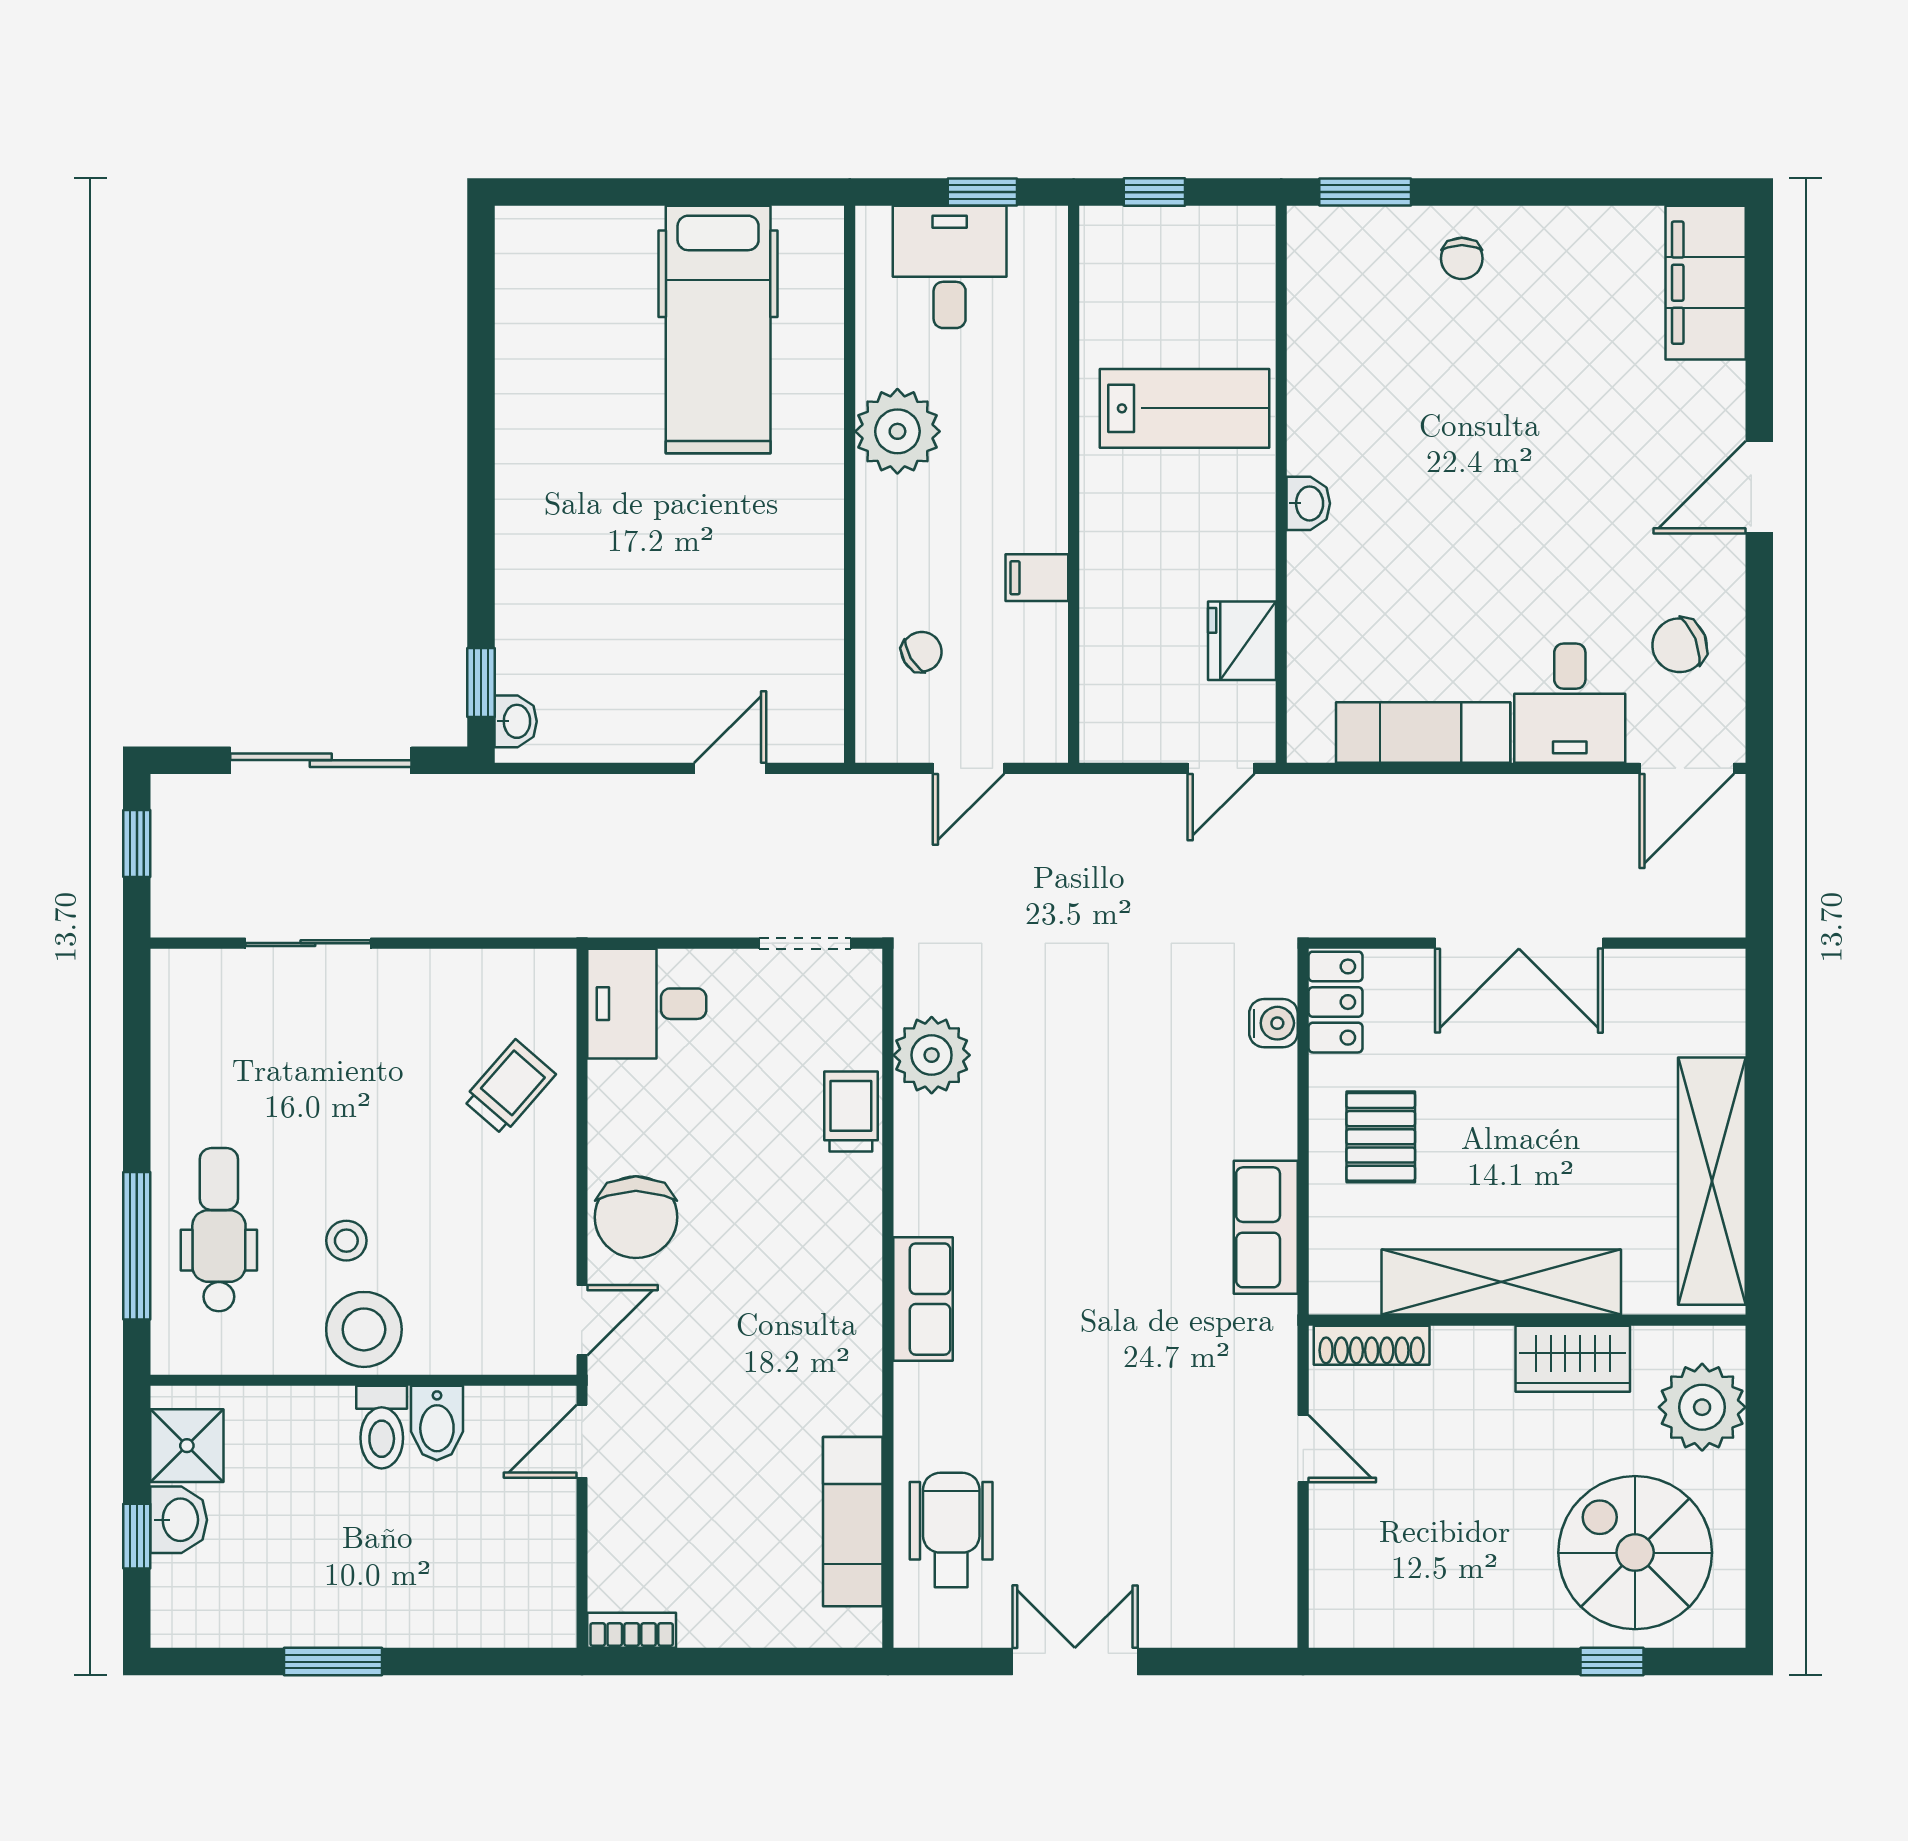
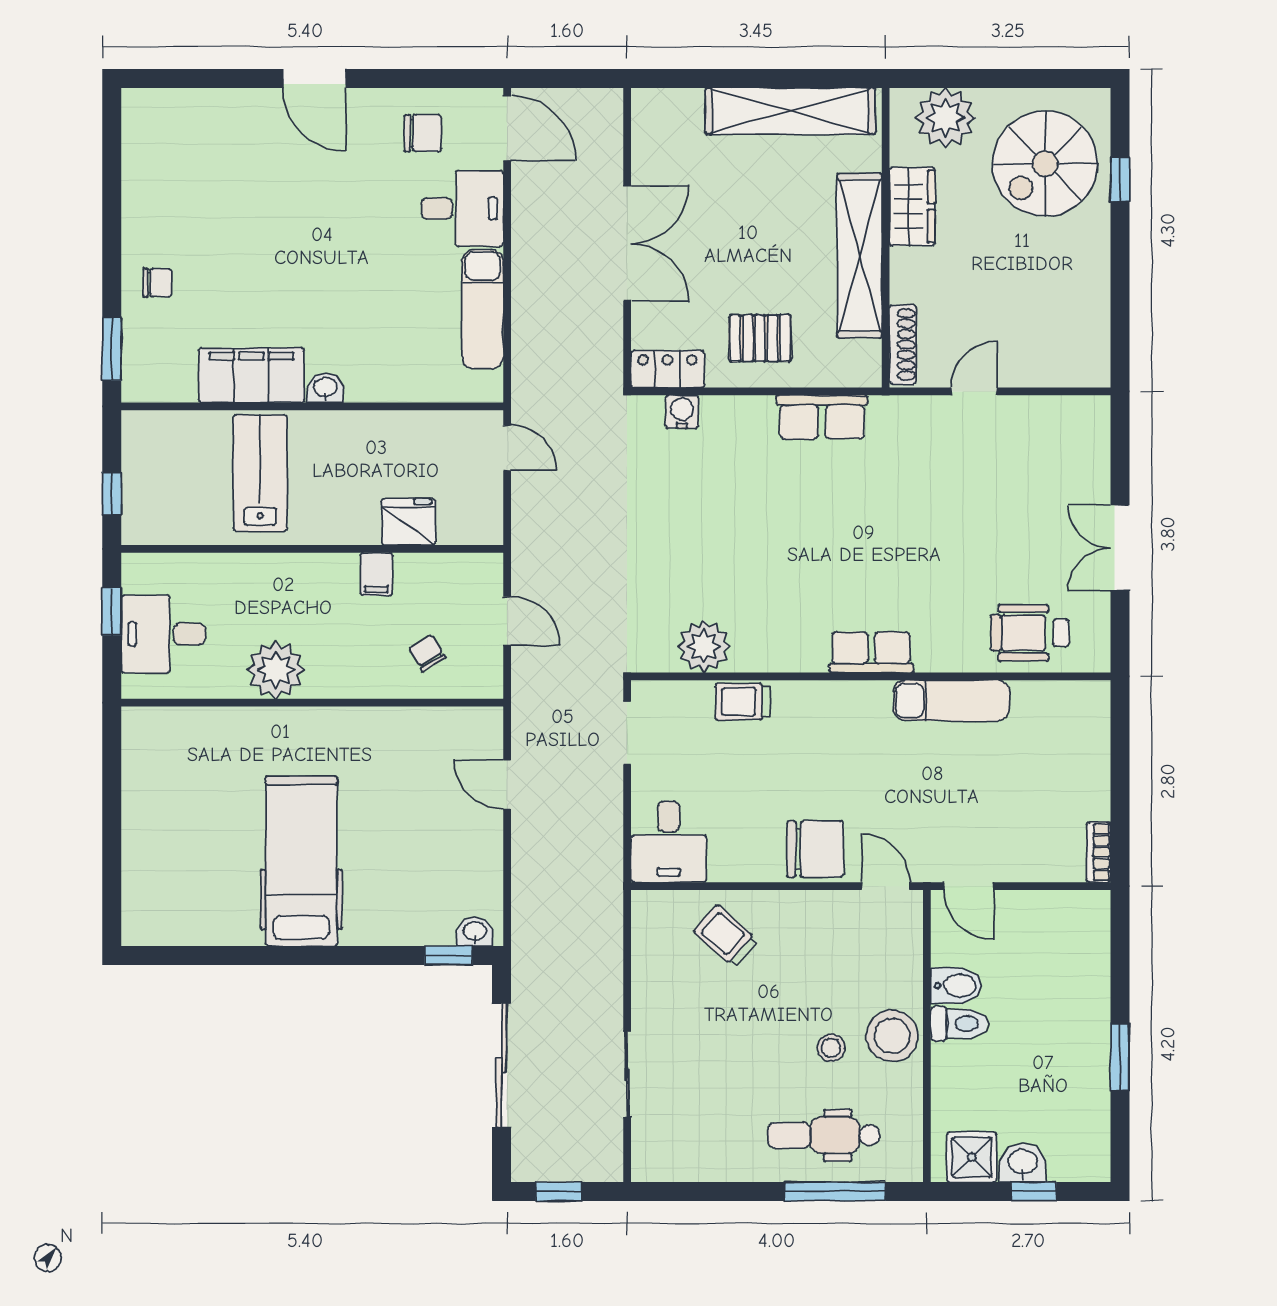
filing cabinet: (1706, 283) -> (251, 375), moved, turned 180
hospital bed: (718, 330) -> (301, 861), moved, turned -90
fridge: (1242, 641) -> (409, 522), moved, turned 180
chair: (1680, 645) -> (423, 133), turned -68
exam couch: (853, 1522) -> (951, 700), moved

